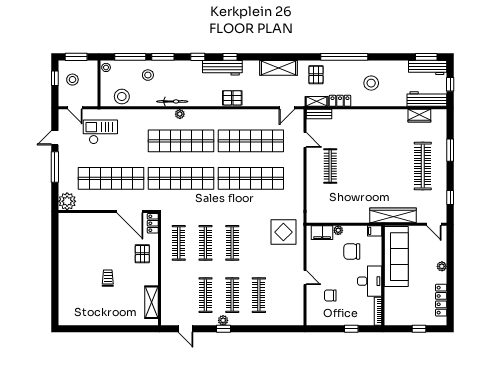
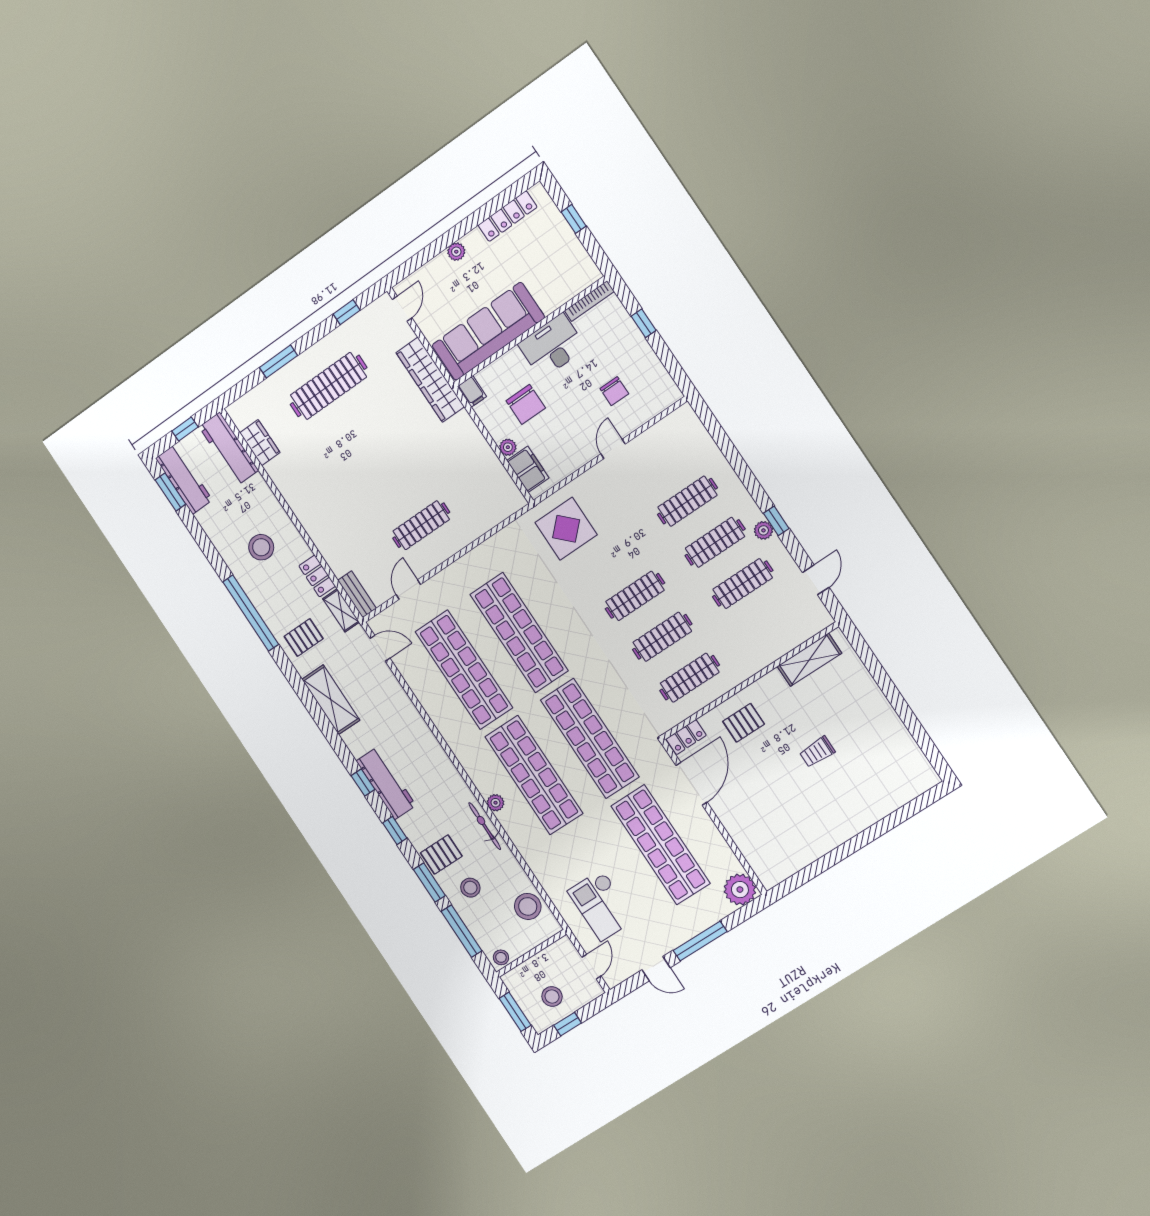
pallet: (232, 98) -> (441, 855), moved, turned 90

